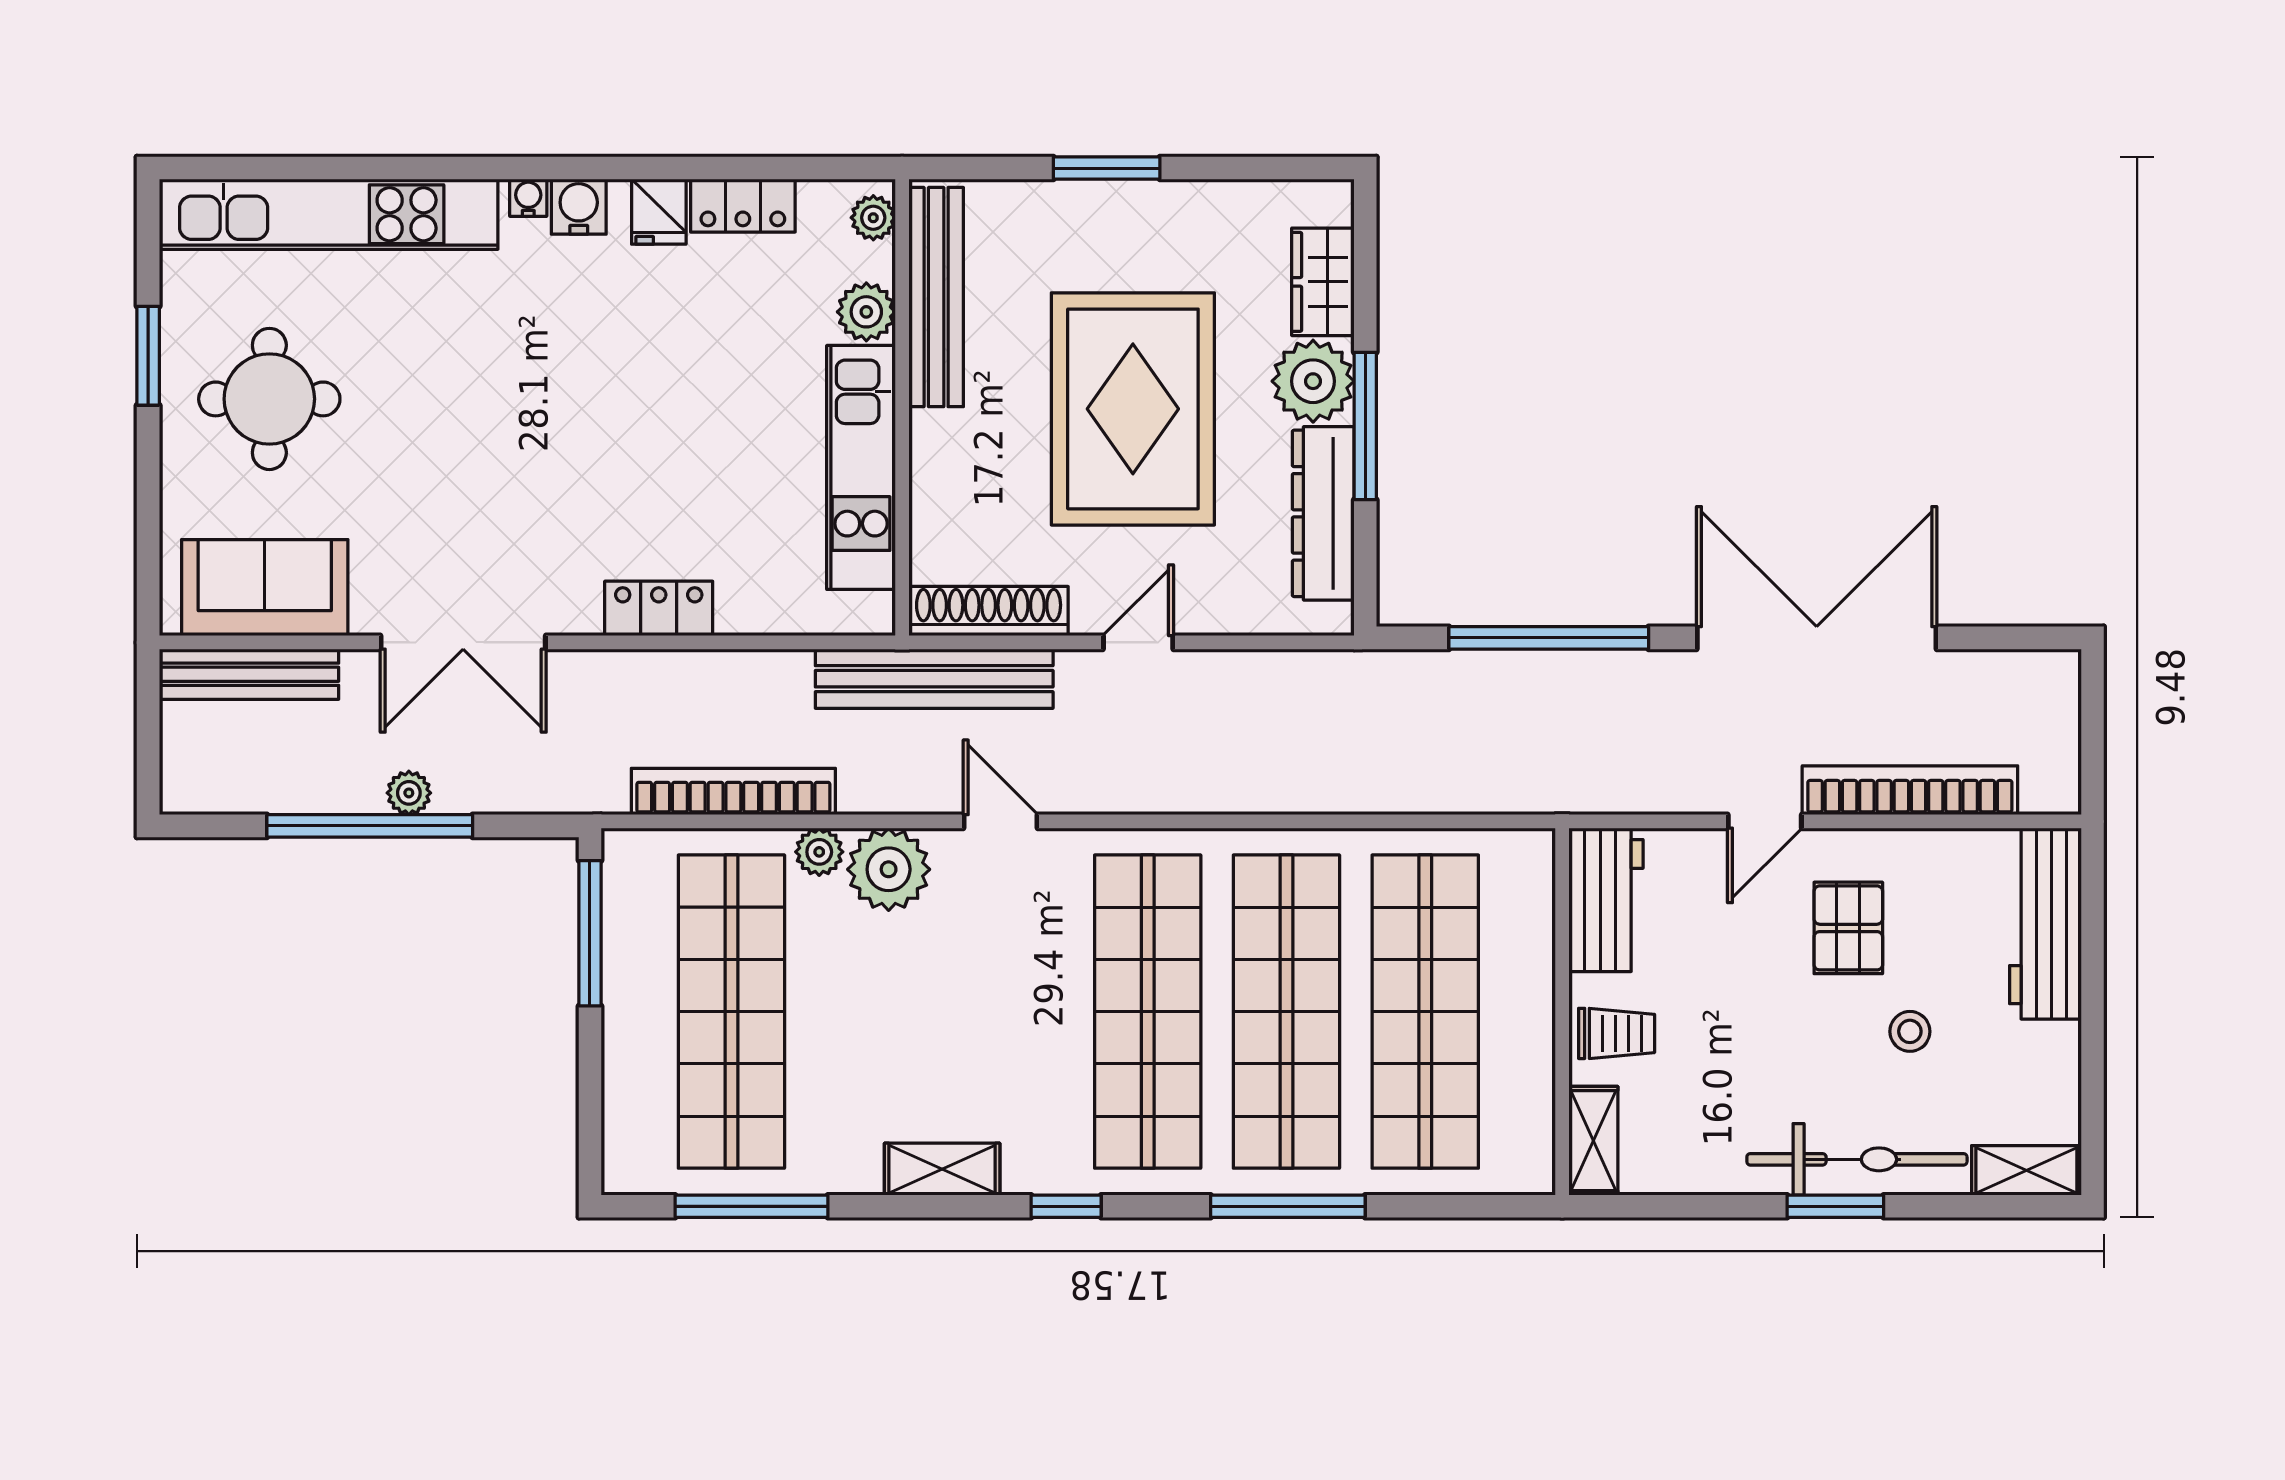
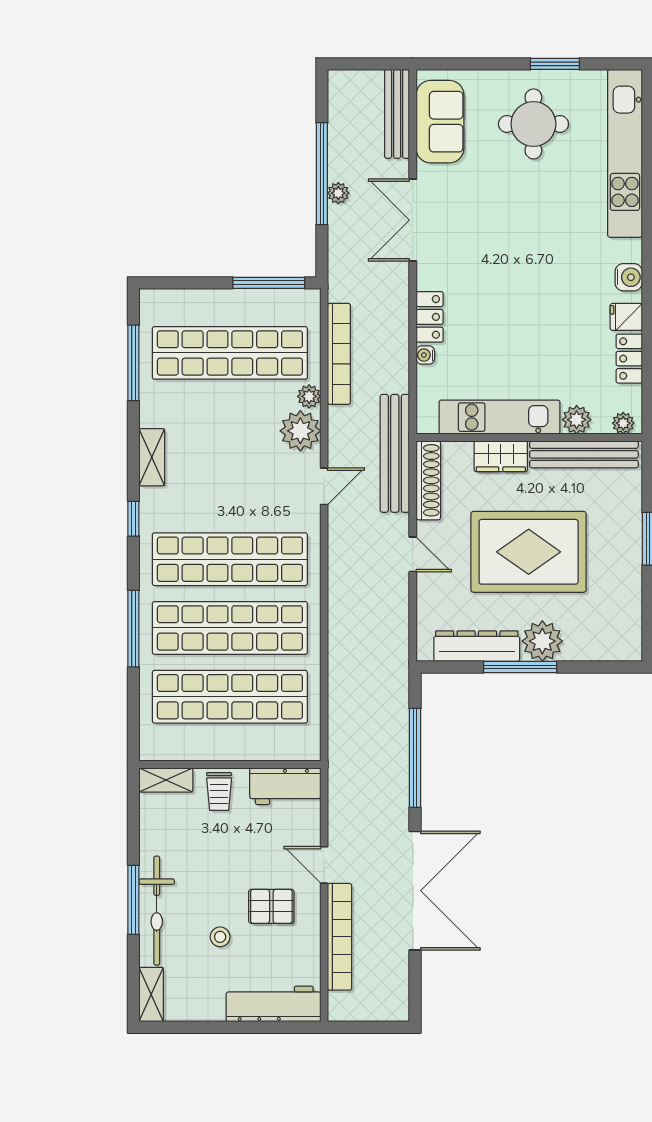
water cooler: (528, 198) -> (425, 355), moved, turned 180
wardrobe: (1323, 282) -> (501, 456), moved, turned 180
window: (1835, 1206) -> (133, 900), width x1.44

